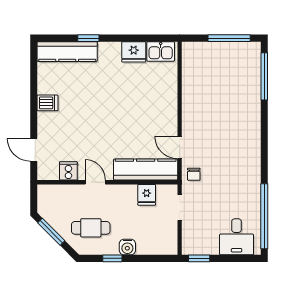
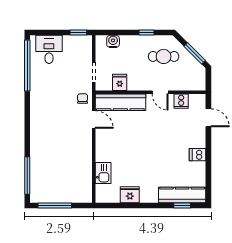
window: (88, 38) -> (182, 206), moved
kitchen sink: (161, 51) -> (103, 173), moved, turned 90
water cooler: (127, 247) -> (113, 41), moved

